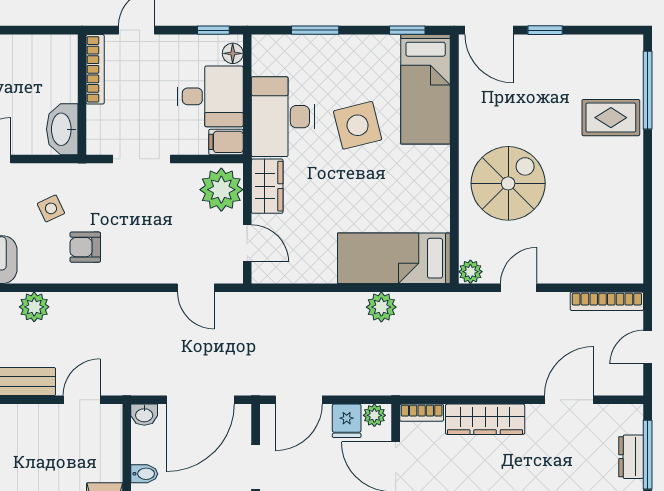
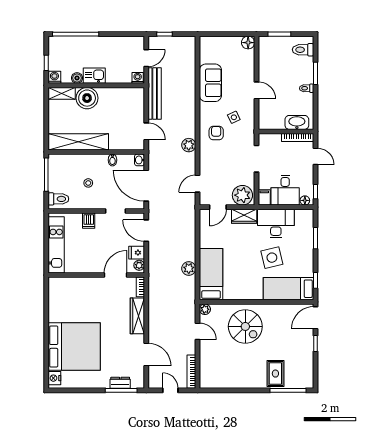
washbasin: (62, 129) -> (297, 122), moved
plant: (34, 307) -> (189, 145), moved

